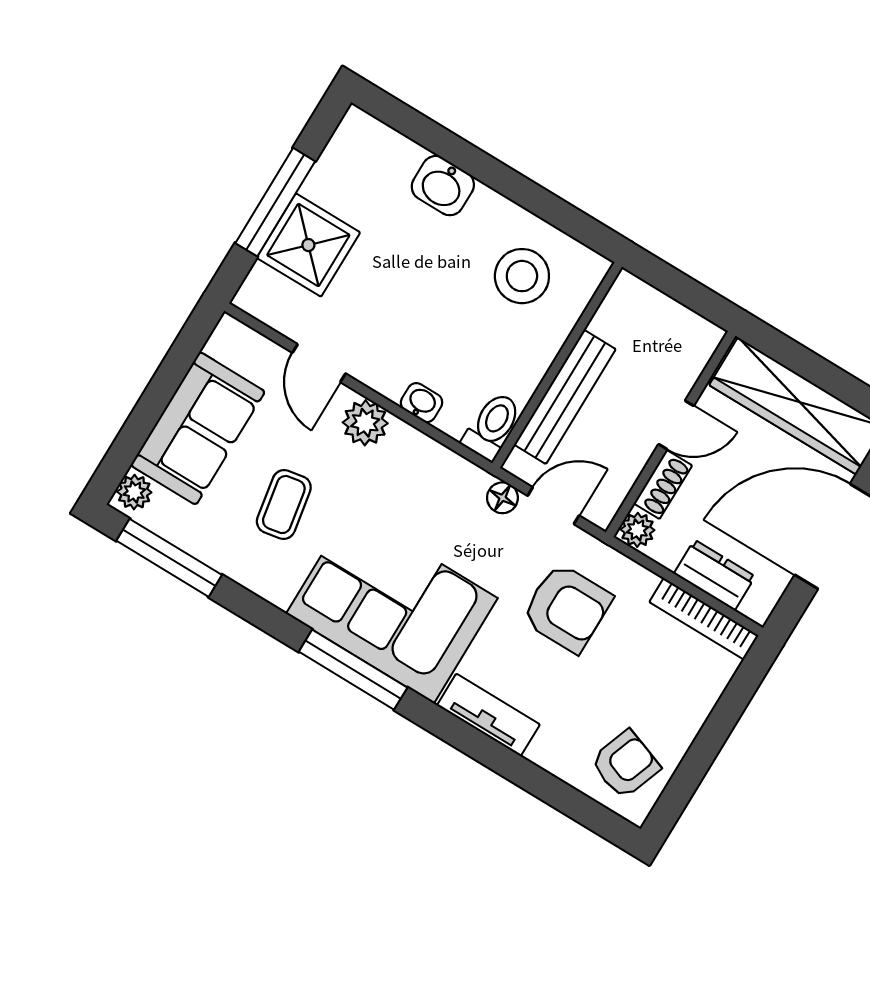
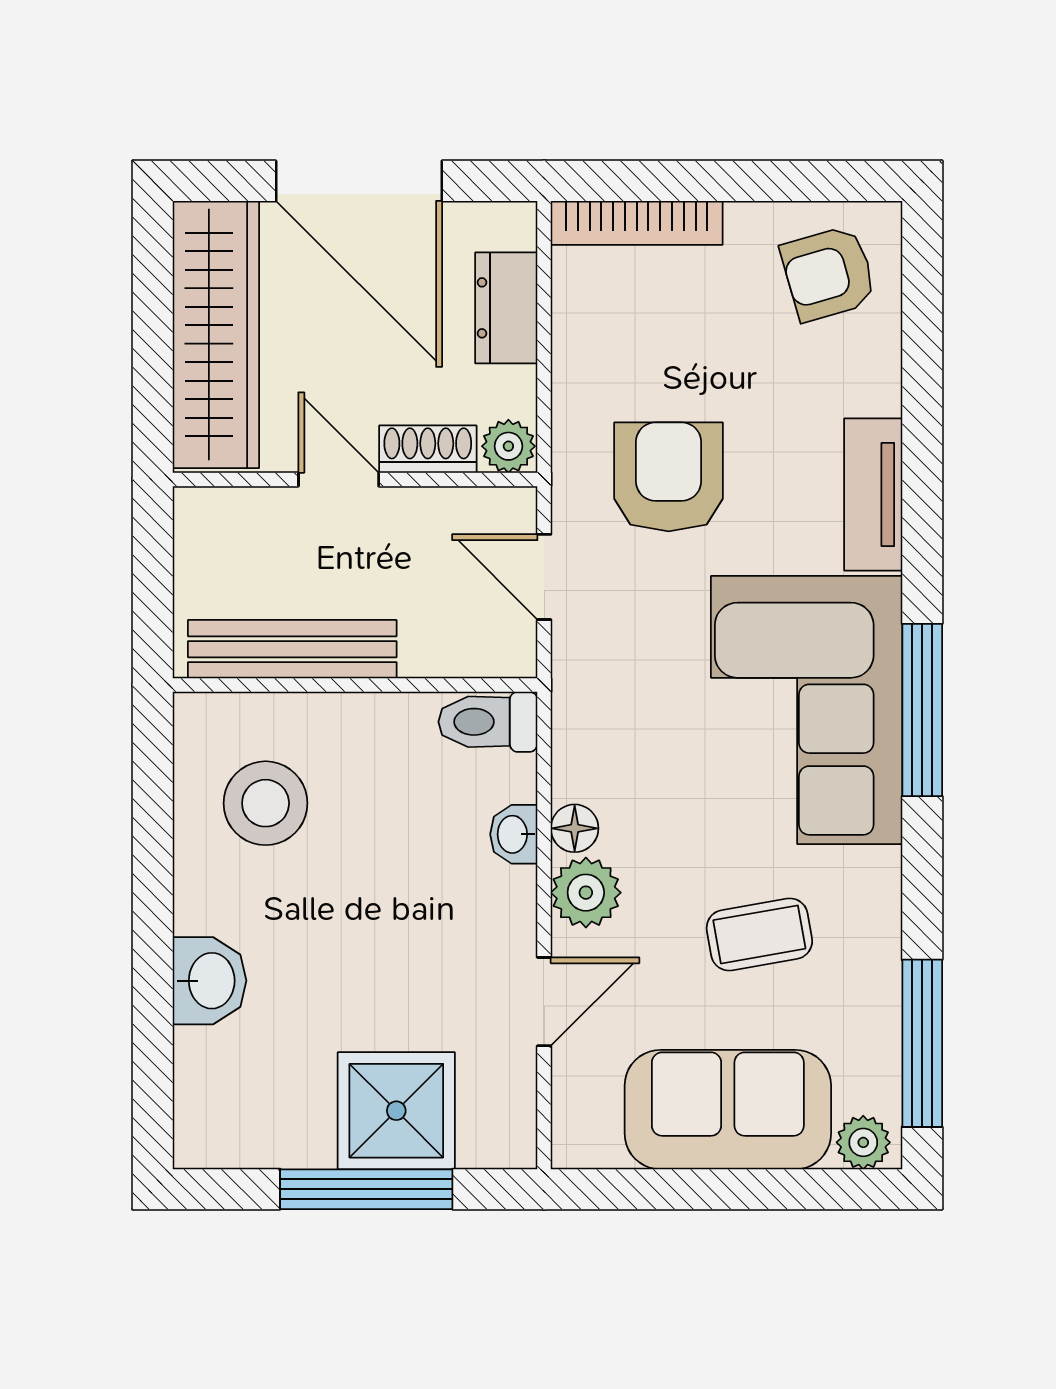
bench: (565, 397) -> (292, 649), moved
floor lamp: (502, 498) -> (575, 828), moved
bookcase: (704, 619) -> (637, 223), moved, turned 90
armchair: (625, 764) -> (829, 274), turned -36

